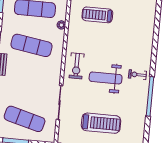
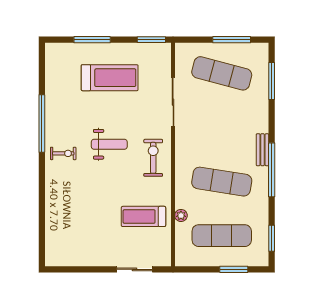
treadmill: (97, 15) -> (143, 216), moved, turned 180
weight bench: (106, 78) -> (109, 144), width x0.73, depth x0.75
treadmill: (101, 123) -> (110, 78), turned 180

